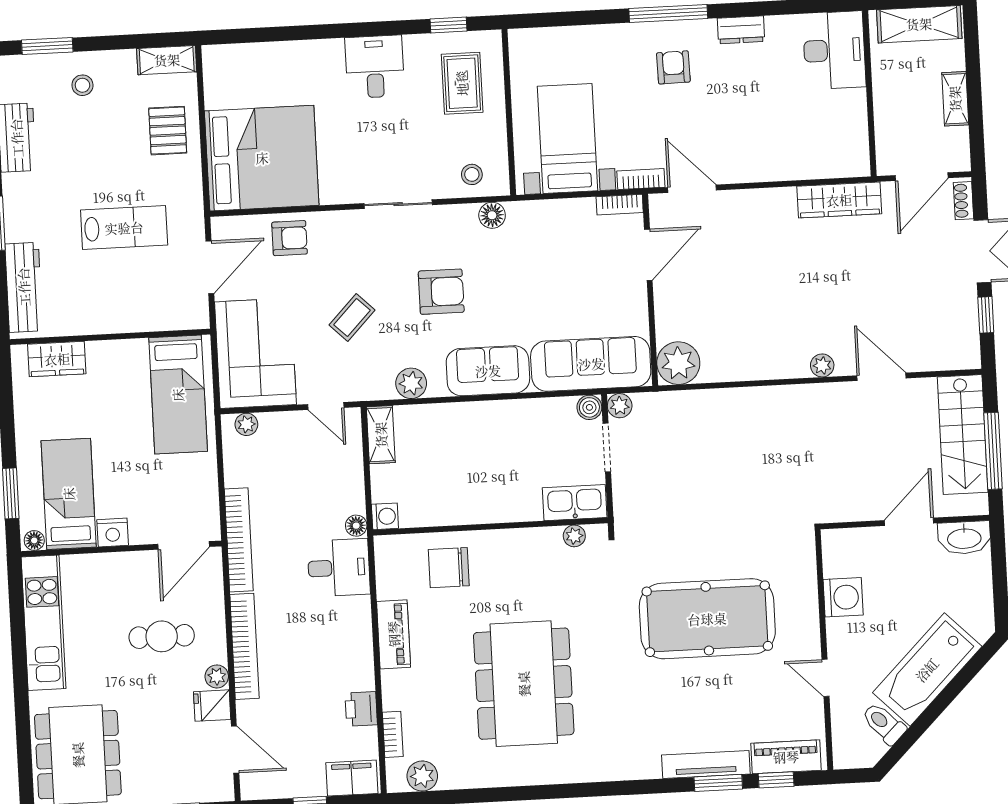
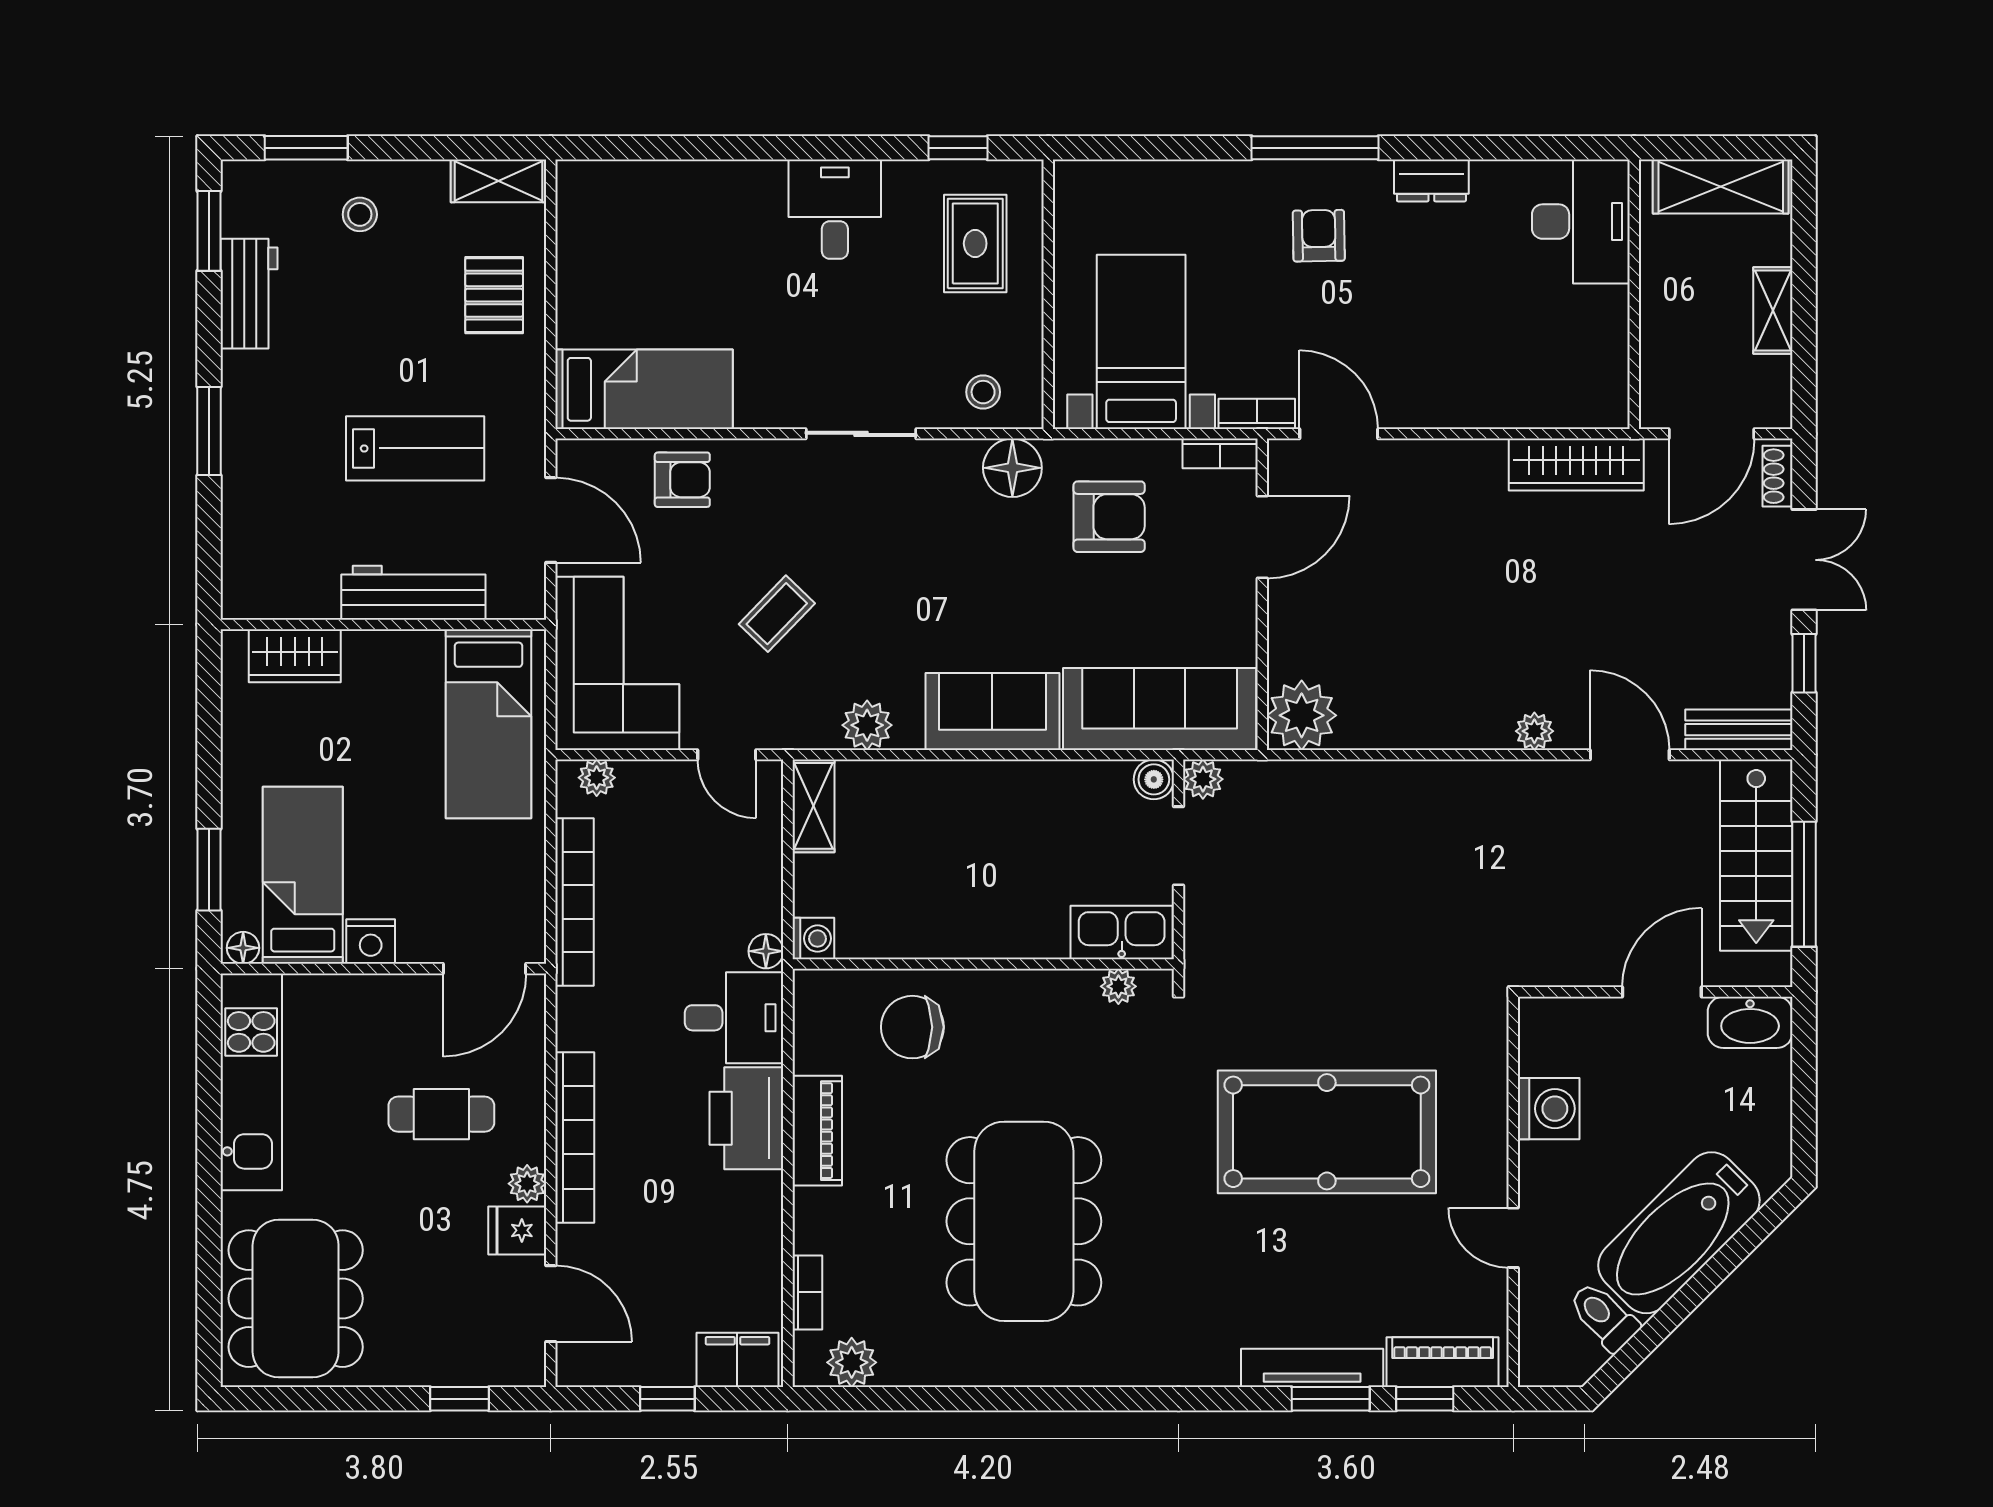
bed: (262, 158) -> (644, 389), width x0.49
floor lamp: (492, 215) -> (1012, 468), width x1.38, depth x1.38
door: (210, 267) -> (551, 520), hinge flipped
workbench: (24, 287) -> (413, 593), moved, turned -90
armchair: (441, 292) -> (1109, 517), moved
bench: (948, 358) -> (1739, 730), added
bookcase: (239, 540) -> (574, 902), moved
printer: (361, 709) -> (746, 1118), moved, width x1.87, depth x1.48

